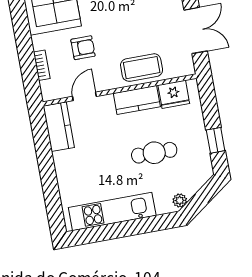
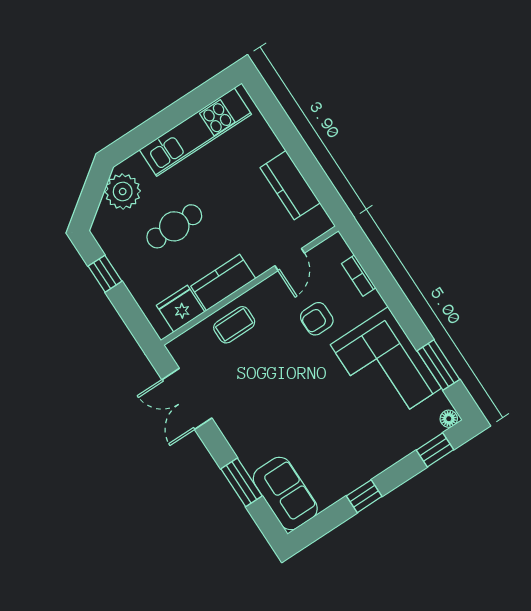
coffee table: (142, 68) -> (234, 325), width x0.73, depth x0.77
kitchen counter: (59, 127) -> (290, 185), moved
plant: (180, 200) -> (123, 192), width x1.88, depth x1.88

